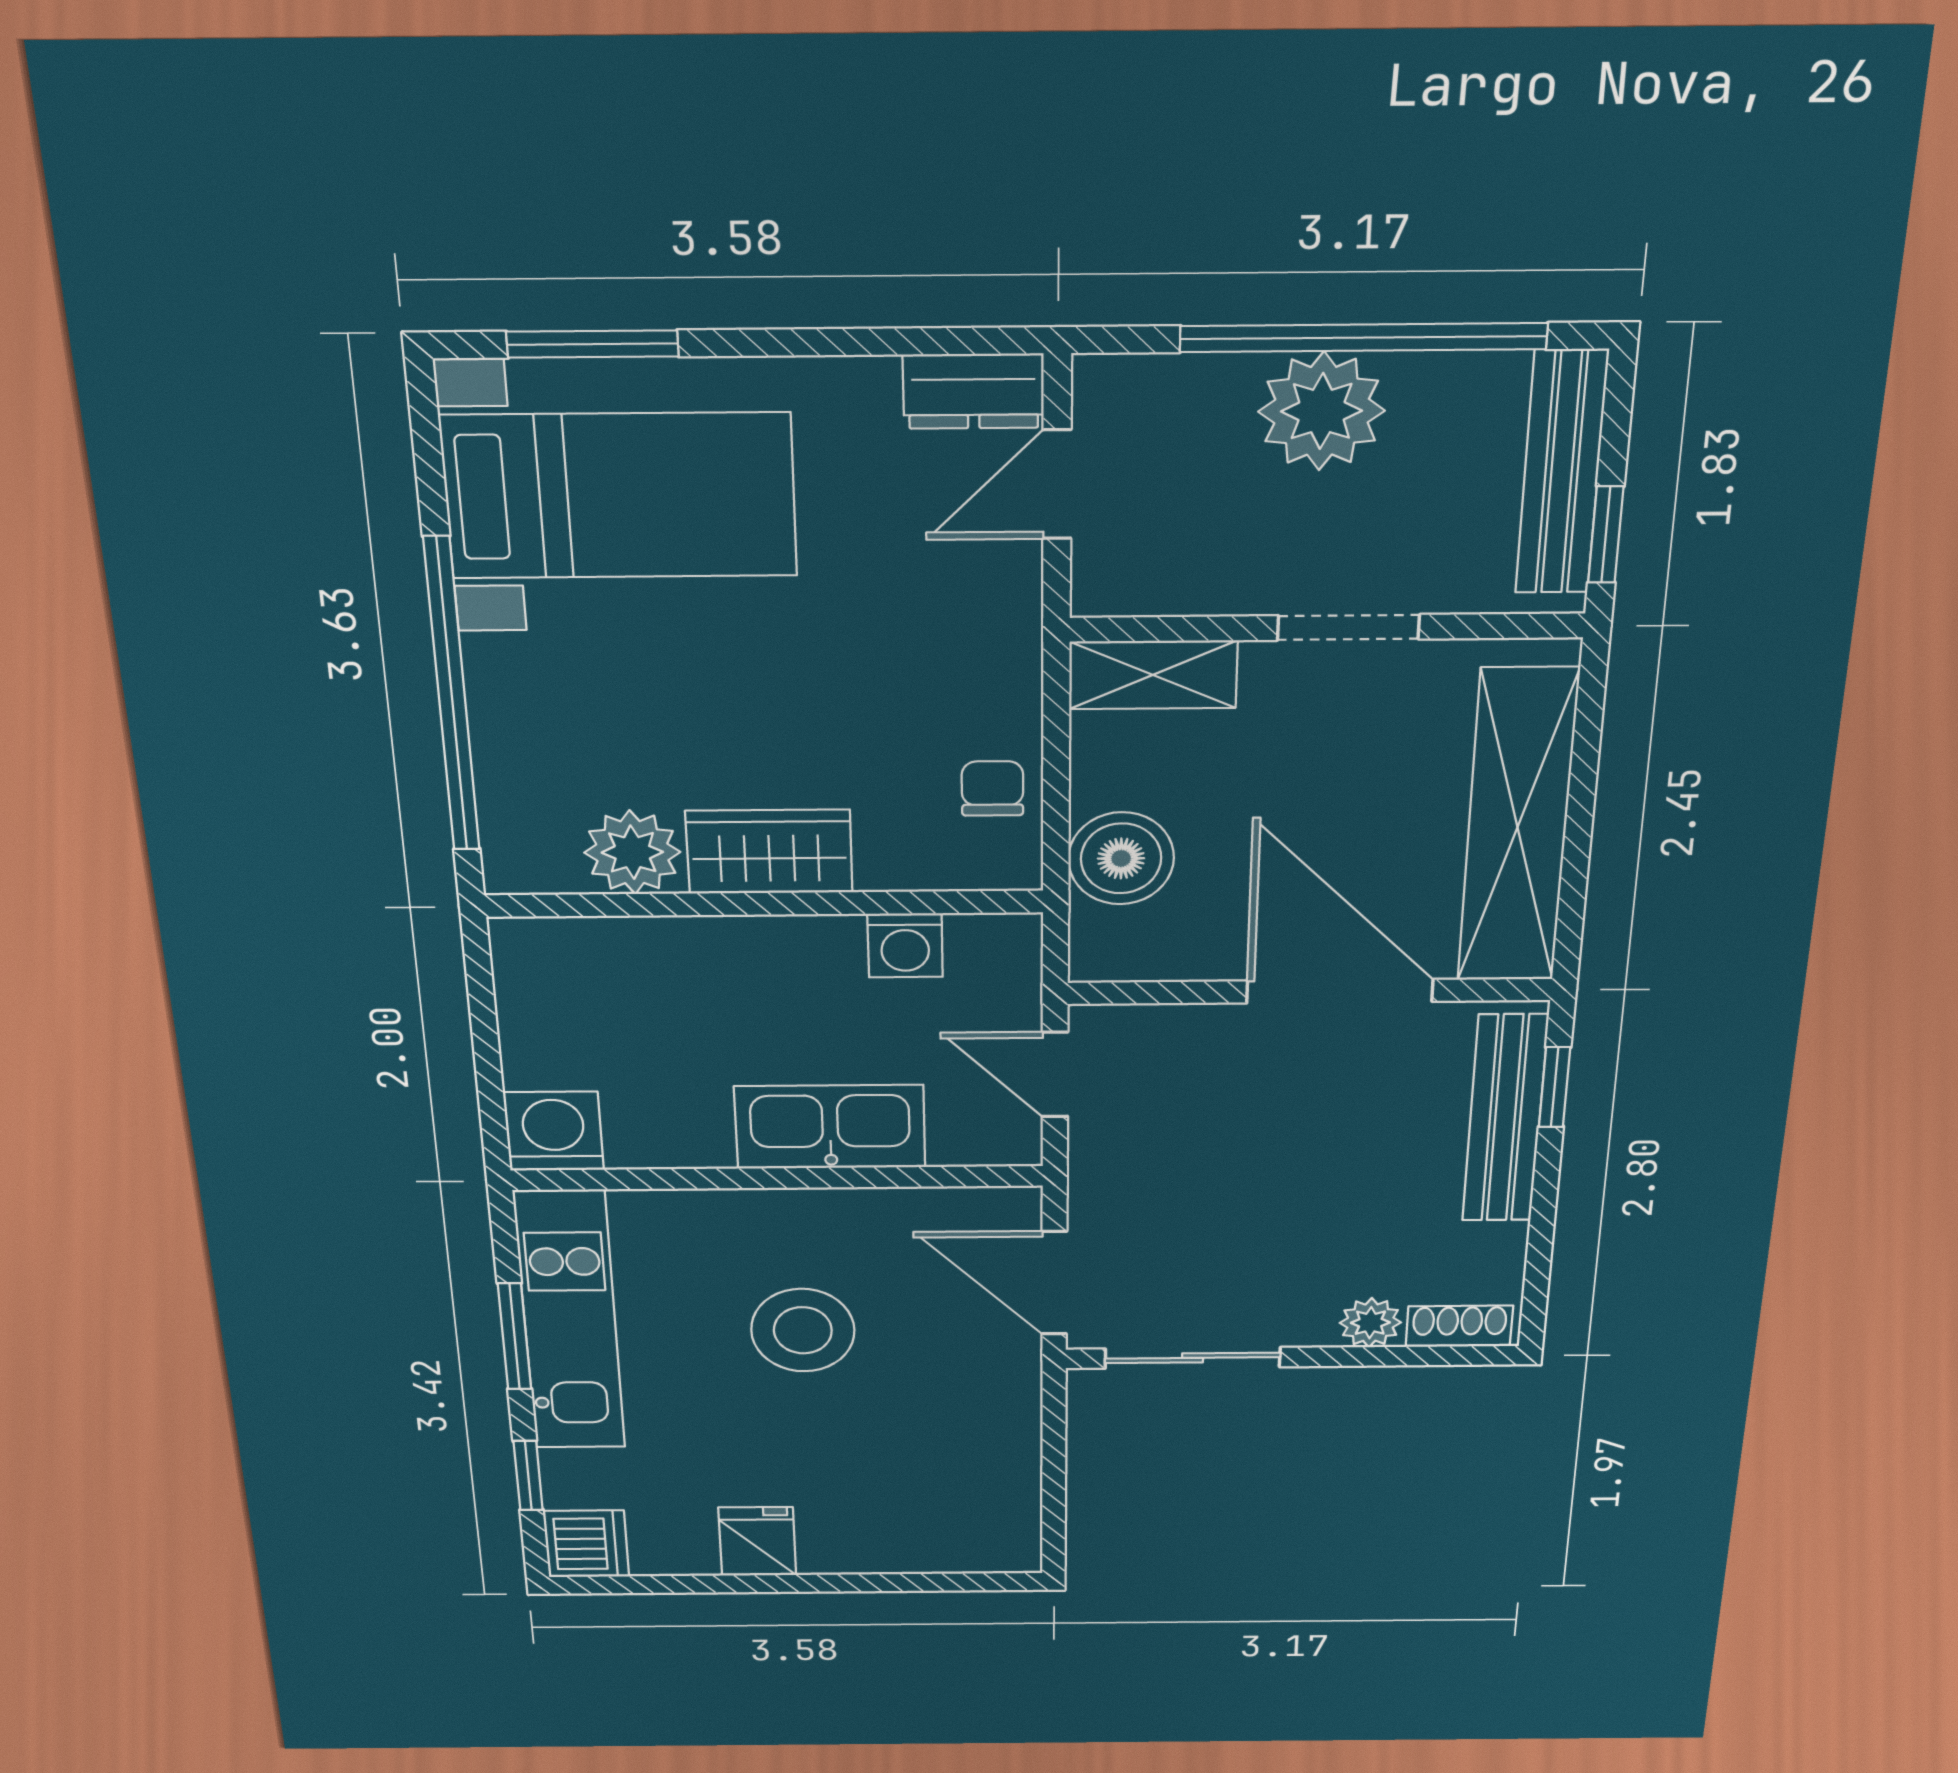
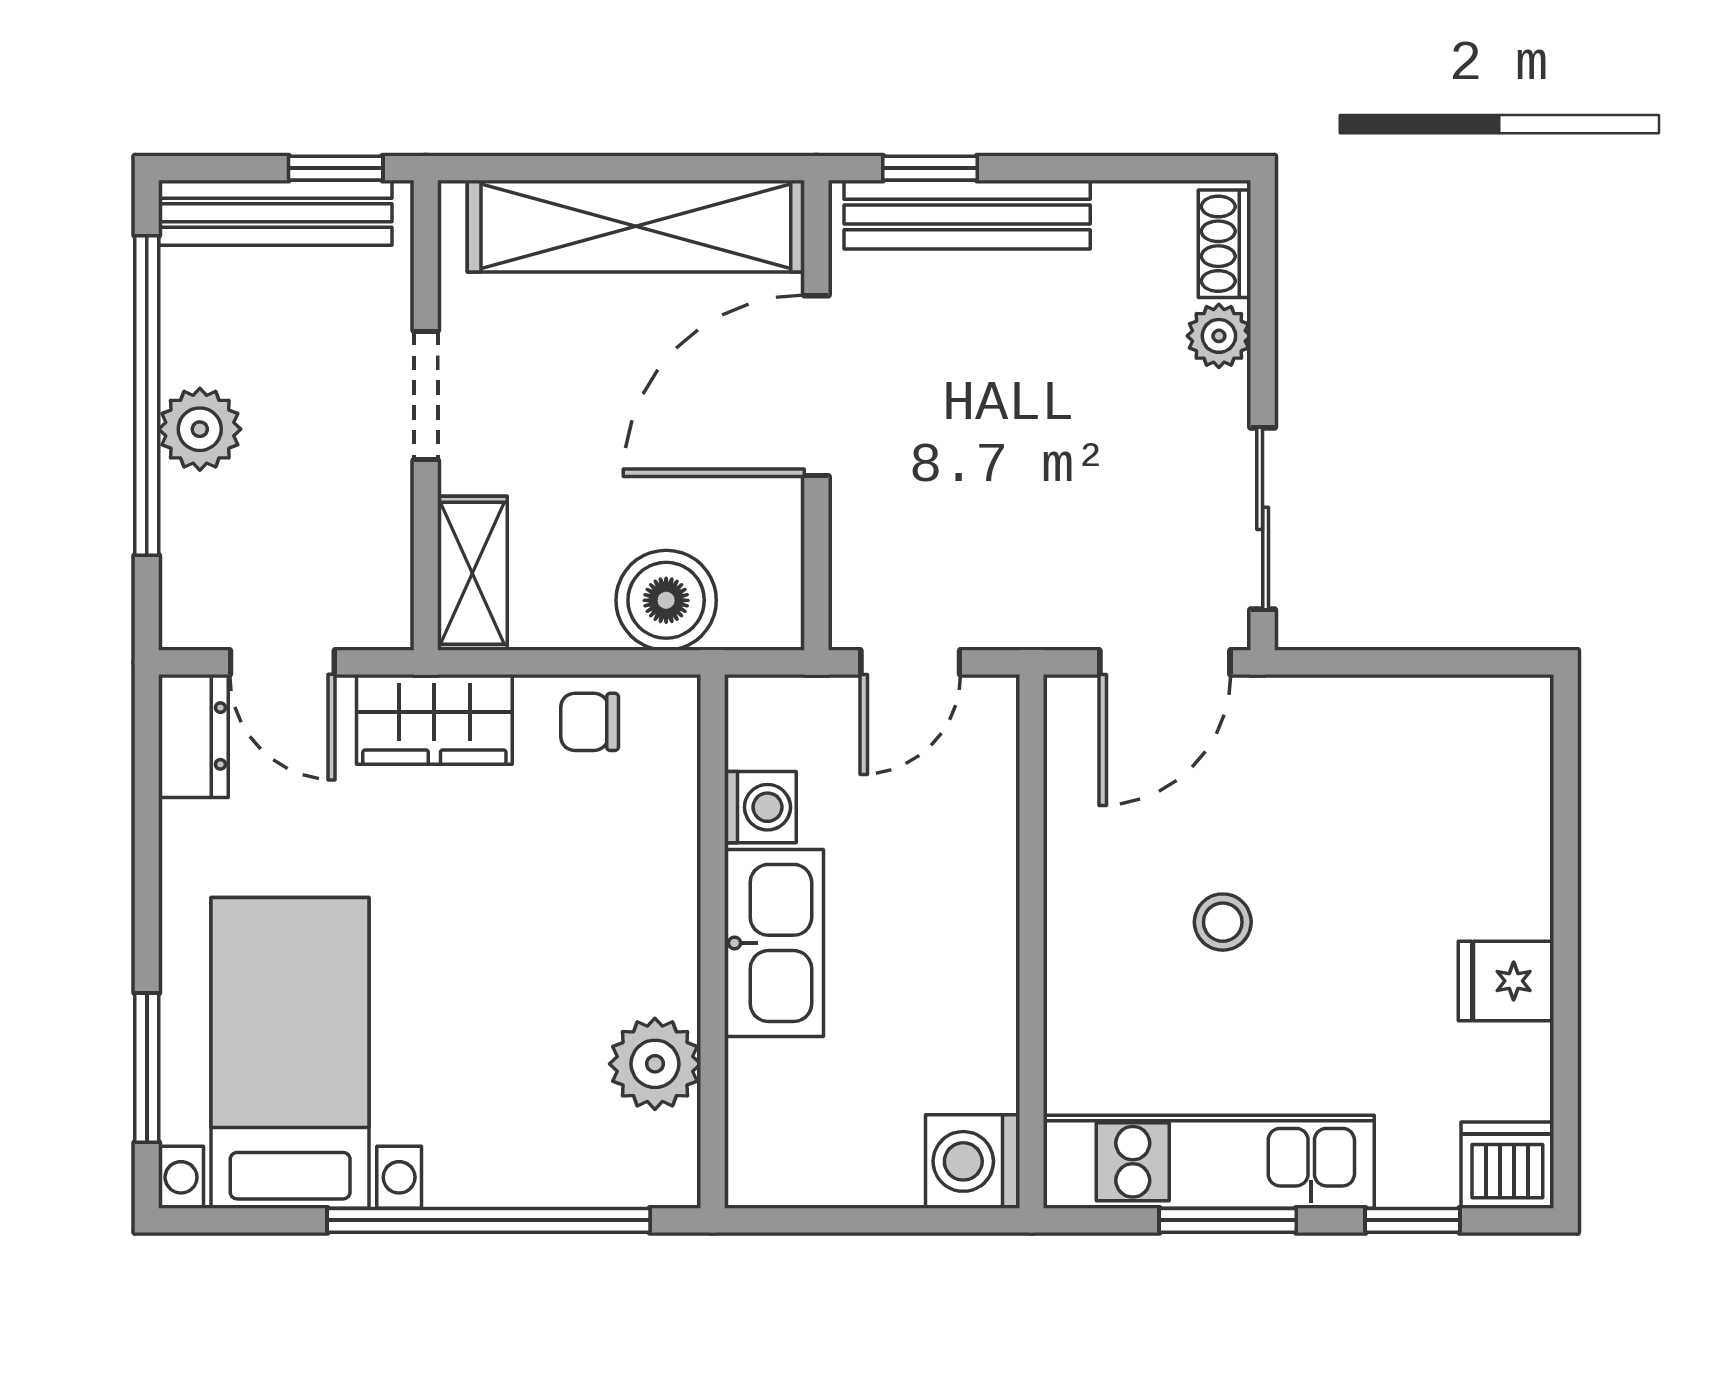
plant: (1321, 411) -> (200, 429), width x0.73, depth x0.73
wardrobe: (769, 852) -> (434, 719), moved, turned -90
kitchen sink: (830, 1127) -> (774, 943), moved, turned 180
stool: (803, 1330) -> (1223, 922), width x0.53, depth x0.53

